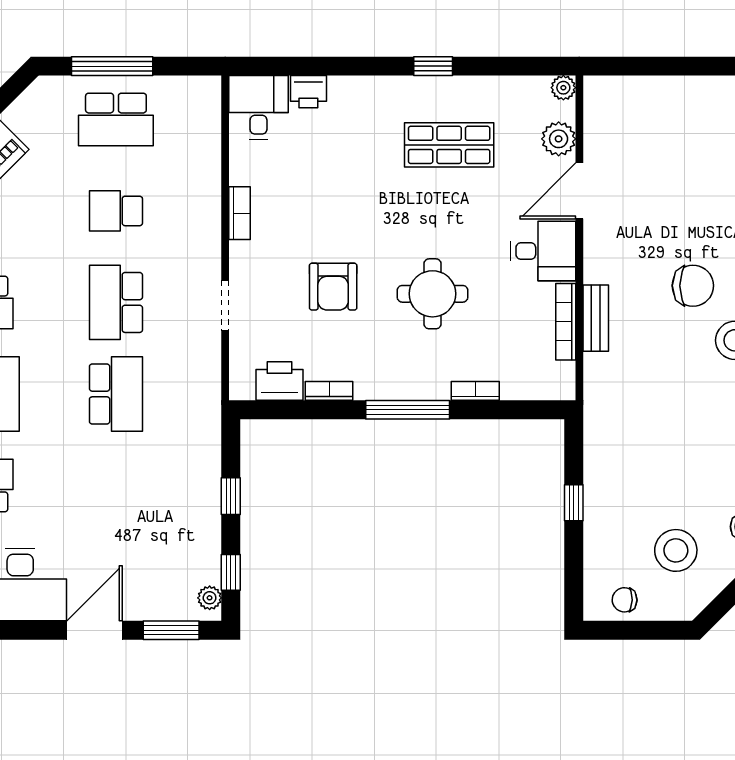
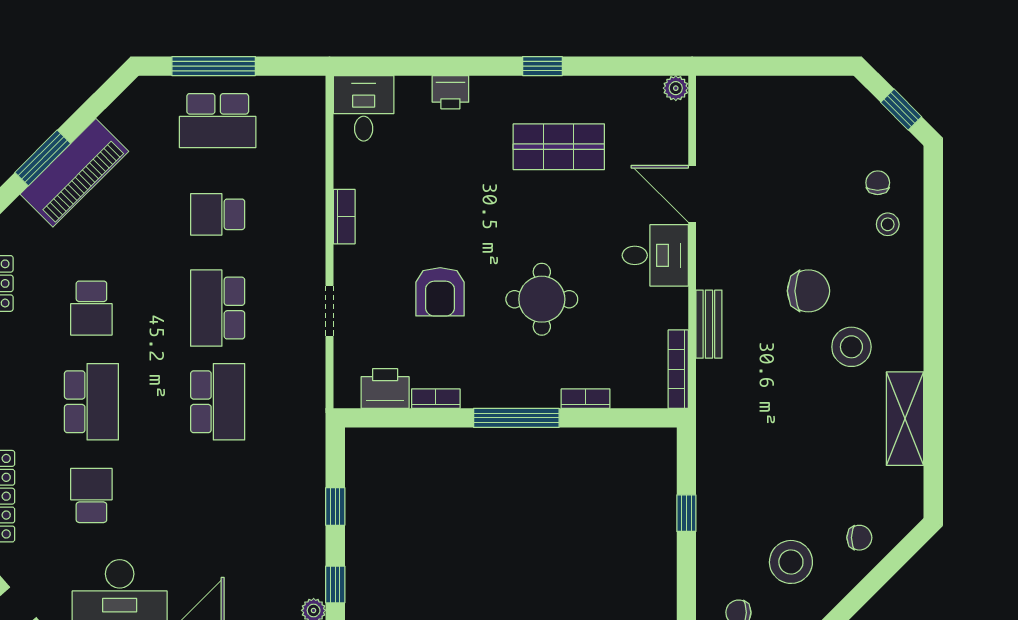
printer: (308, 92) -> (450, 92), moved
plant: (559, 139) -> (671, 141), removed
door: (579, 191) -> (692, 194), hinge flipped
bookcase: (566, 322) -> (678, 369), moved

